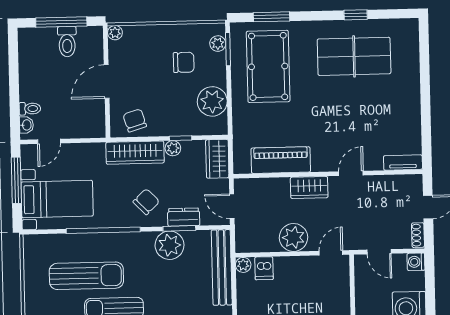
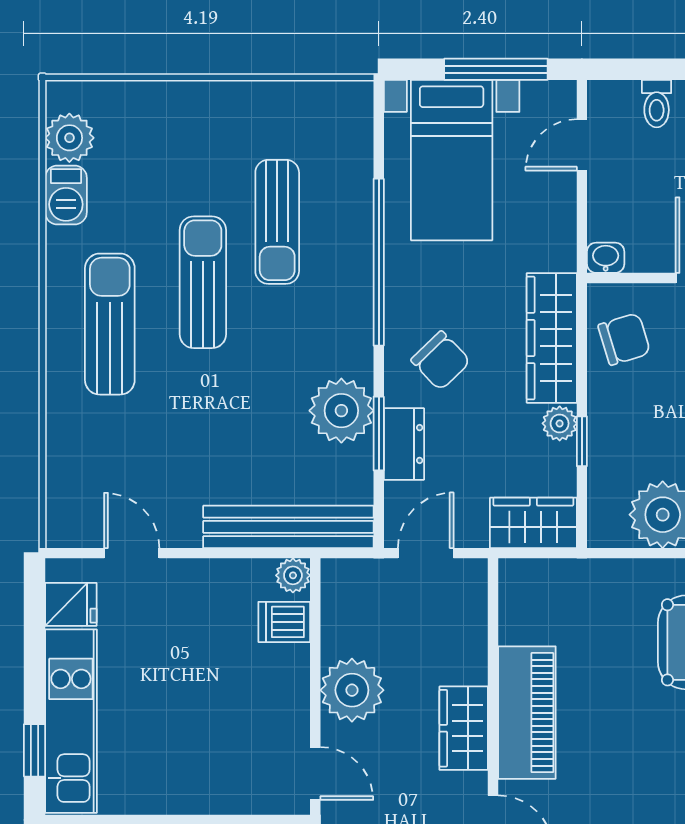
washbasin: (26, 125) -> (606, 258), moved, turned 180
door: (49, 141) -> (582, 145), hinge flipped
piano: (281, 160) -> (527, 713), moved
sun lounger: (86, 276) -> (277, 222), width x0.73, depth x0.75

